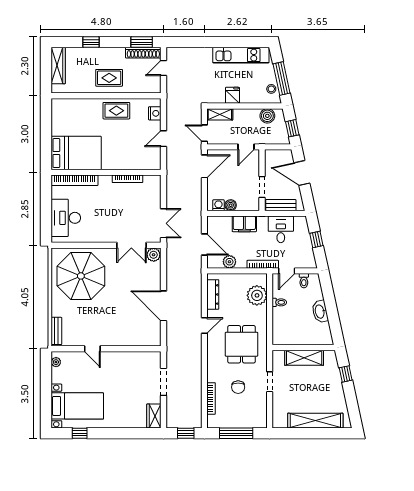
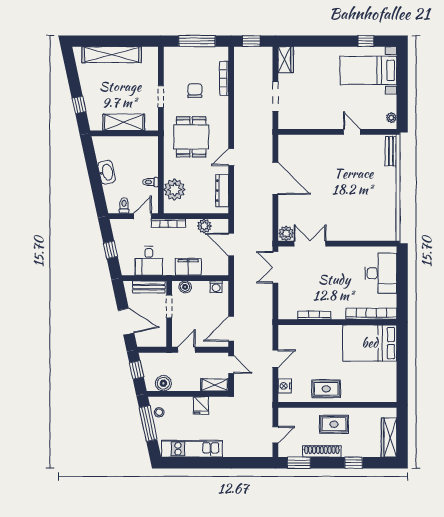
shoe rack: (143, 53) -> (322, 451), moved
boiler: (231, 205) -> (185, 287), moved
parasol: (81, 276) -> (364, 211), removed

